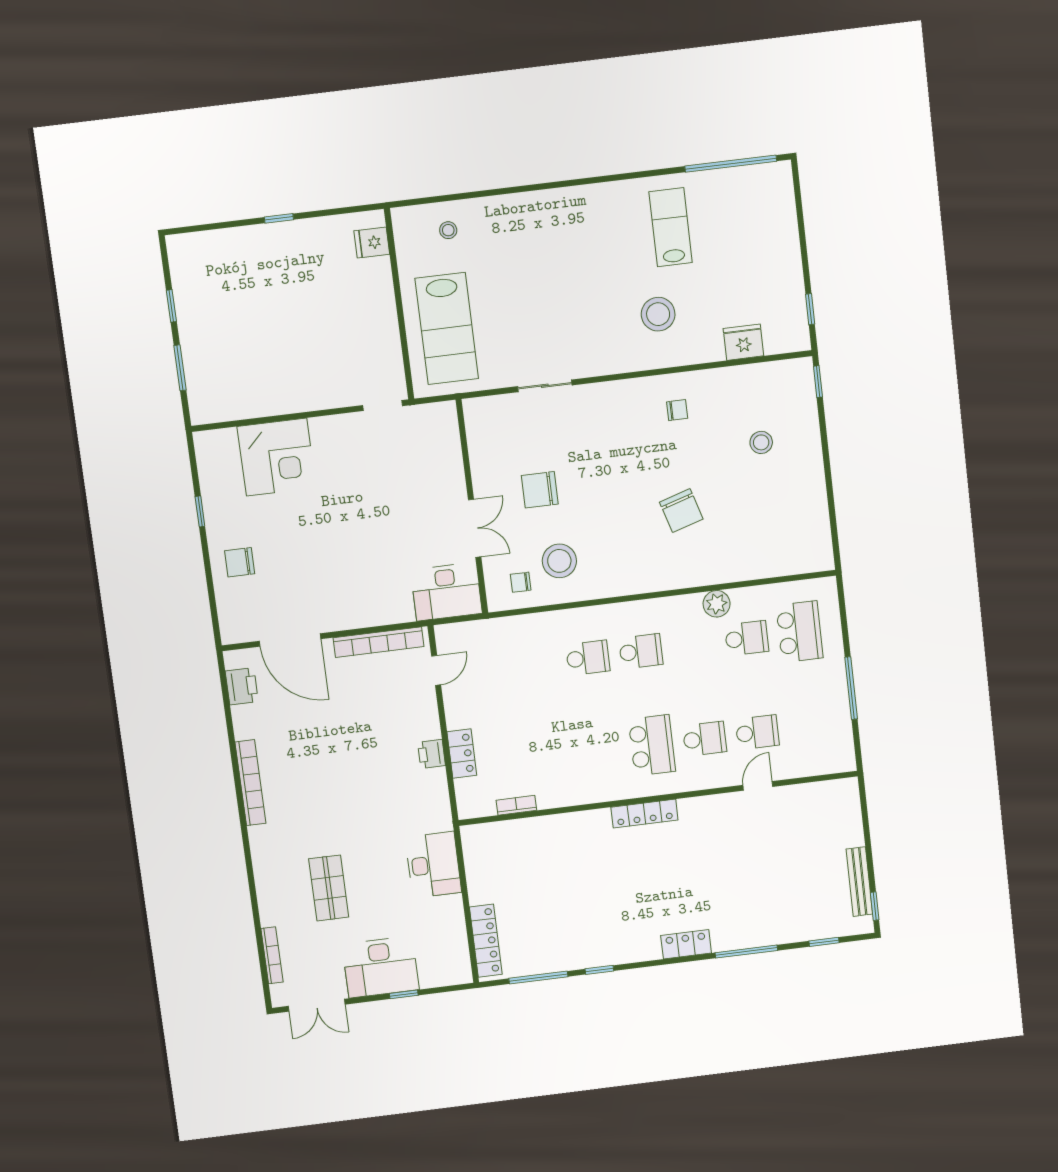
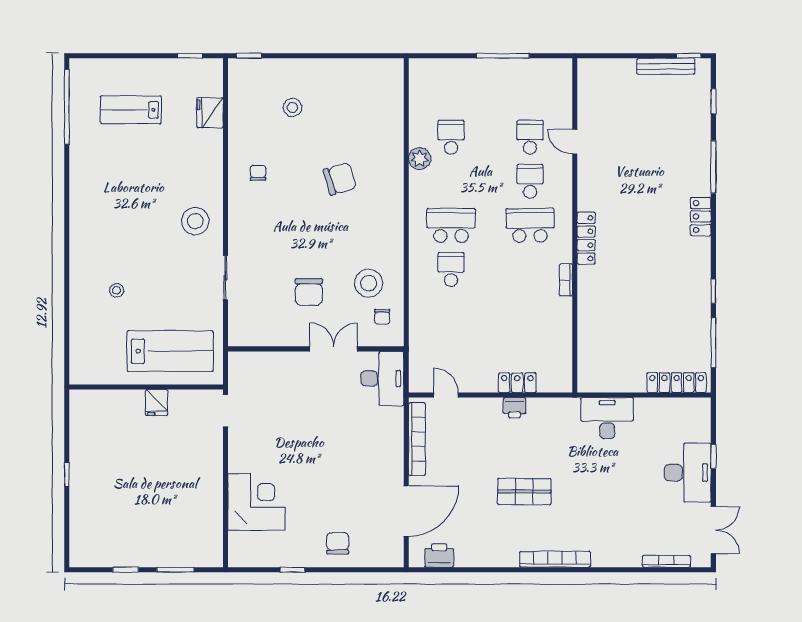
lab bench: (671, 227) -> (131, 110), moved
stool: (448, 230) -> (117, 290), moved
fridge: (372, 243) -> (157, 403), moved
stool: (658, 314) -> (195, 221), moved
chair: (240, 562) -> (338, 543), turned 180
school desk: (800, 632) -> (451, 93), removed
school desk: (641, 651) -> (451, 225), width x1.85
bookcase: (250, 783) -> (555, 559), moved
bookcase: (516, 805) -> (566, 280), moved
shop shelf: (329, 888) -> (524, 491), moved

